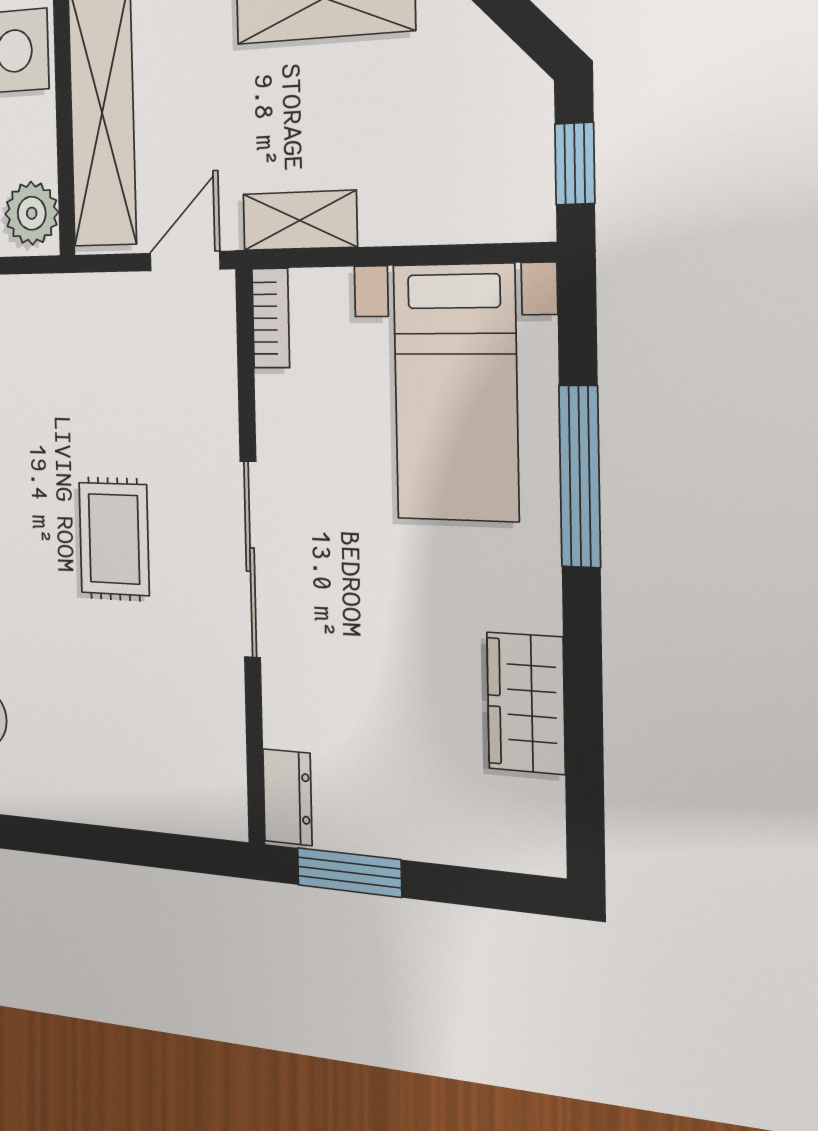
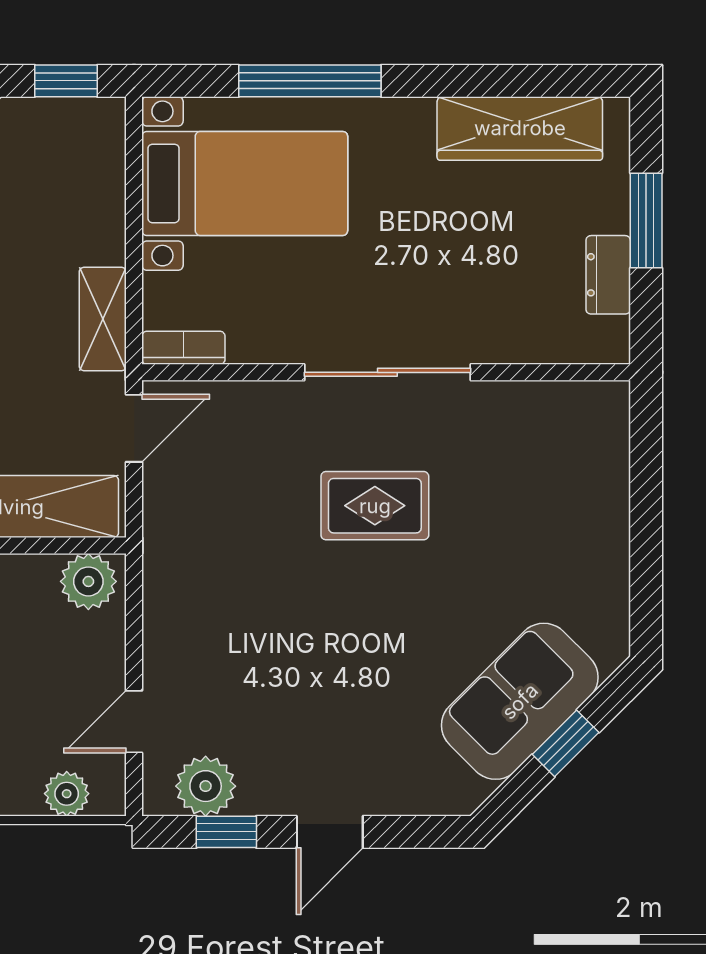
door: (185, 261) -> (134, 428), swing flipped
wardrobe: (526, 703) -> (520, 128), width x1.50
dresser: (287, 797) -> (608, 275), moved, turned -90
window: (349, 872) -> (646, 221), moved

